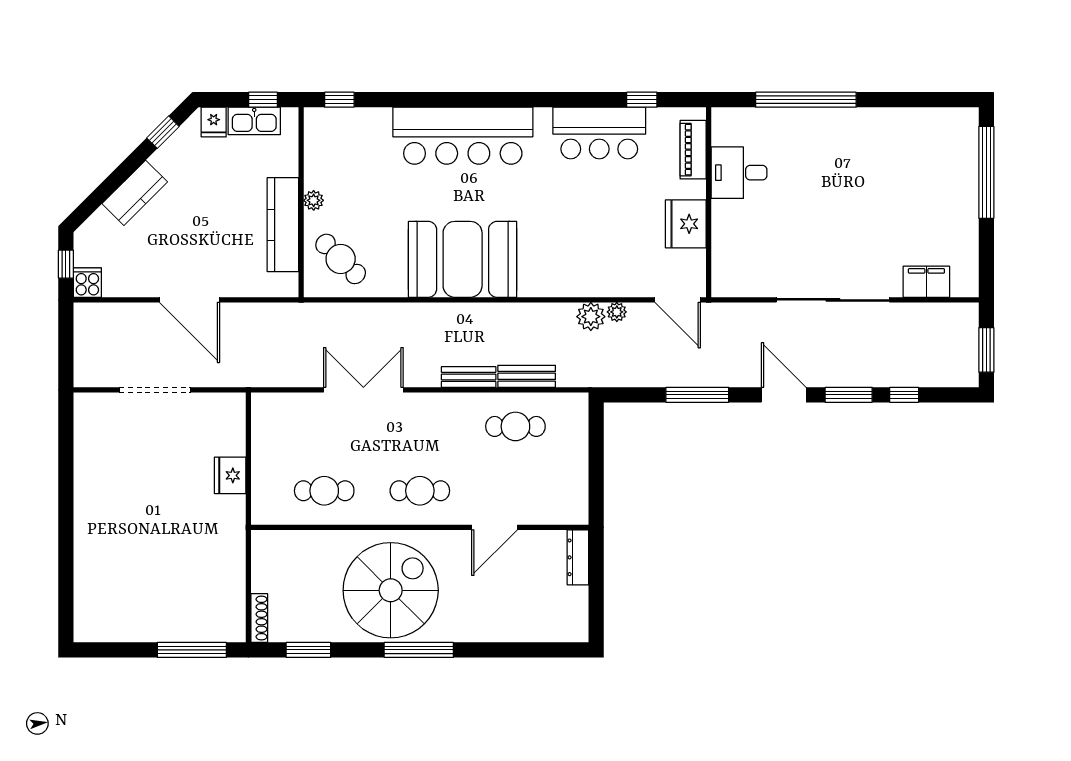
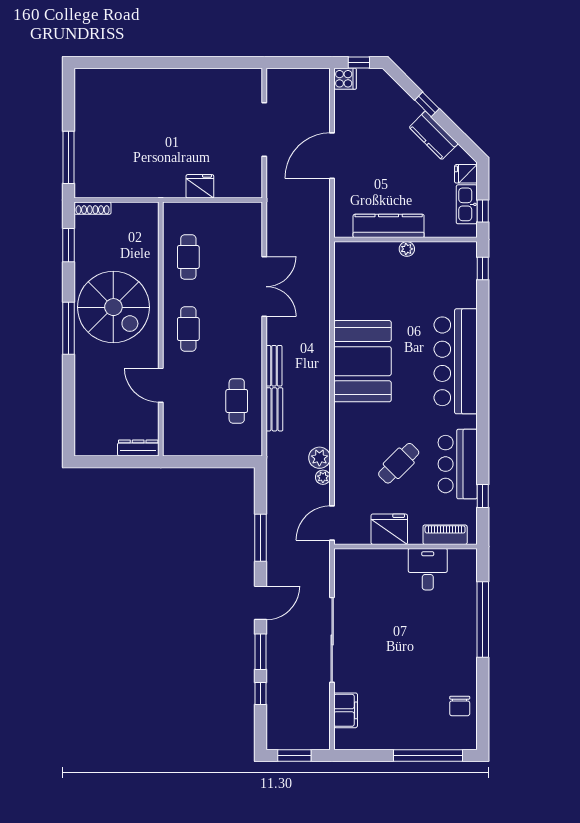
chair: (921, 130) -> (460, 706), added
window: (163, 132) -> (427, 104), moved
kitchen counter: (135, 193) -> (434, 135), moved
cafe table: (341, 259) -> (399, 463), moved

